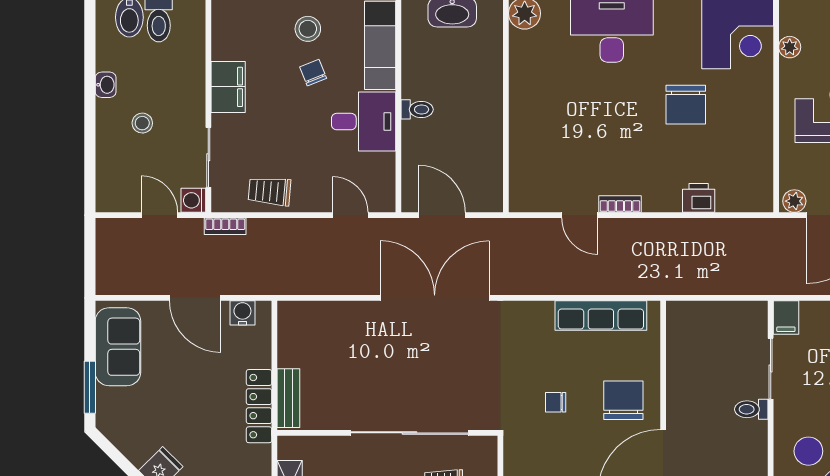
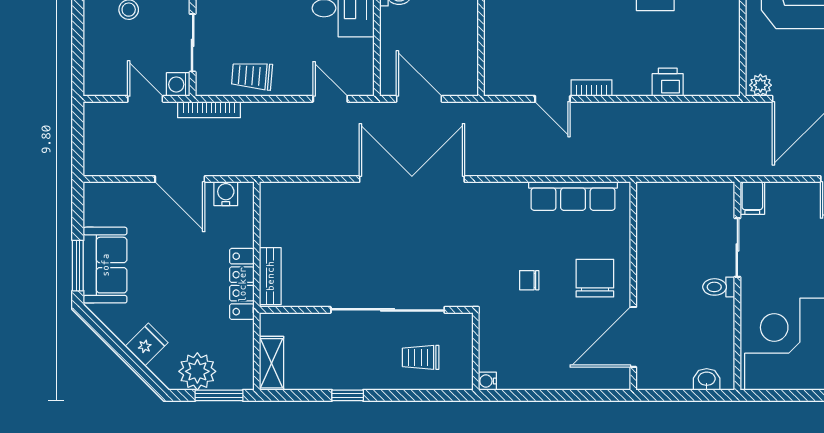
bookcase: (225, 226) -> (209, 110), width x1.56
sofa: (118, 347) -> (105, 265), moved

